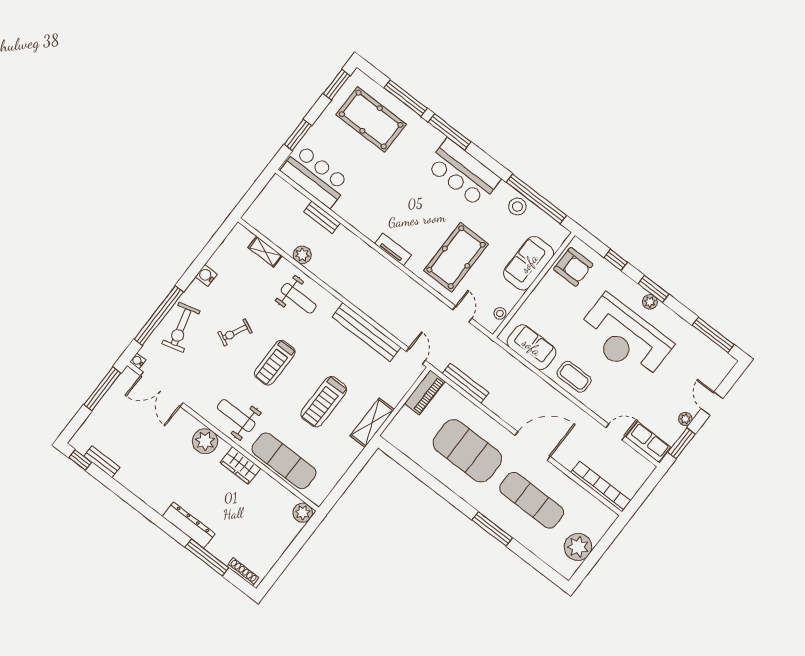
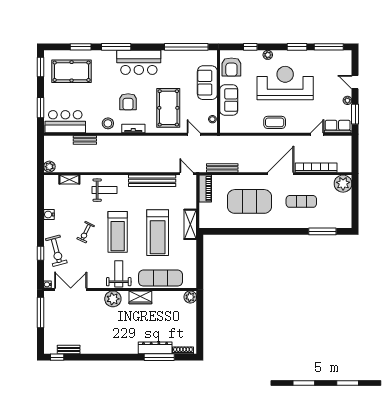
window: (406, 98) -> (81, 47), width x0.69
stool: (517, 207) -> (108, 123), moved
armchair: (412, 211) -> (128, 102), added
plant: (302, 255) -> (49, 167), moved
armchair: (573, 267) -> (231, 67), turned 90
window: (653, 289) -> (297, 47), moved
plant: (650, 302) -> (268, 55), moved
window: (159, 315) -> (41, 253), width x0.32
reception desk: (625, 338) -> (285, 83), turned 180
sofa: (532, 347) -> (229, 100), moved, turned 90
treadmill: (275, 363) -> (118, 232), width x1.37, depth x1.38
double door: (162, 389) -> (71, 289), swing flipped
treadmill: (324, 402) -> (158, 233), width x1.37, depth x1.38
weight bench: (236, 416) -> (119, 274), turned 90
bookcase: (601, 487) -> (316, 168), moved
exercise mat: (532, 500) -> (301, 201), width x0.73, depth x0.69
dresser: (189, 525) -> (155, 348), moved
window: (492, 529) -> (322, 231), moved
plant: (578, 547) -> (343, 184), moved

